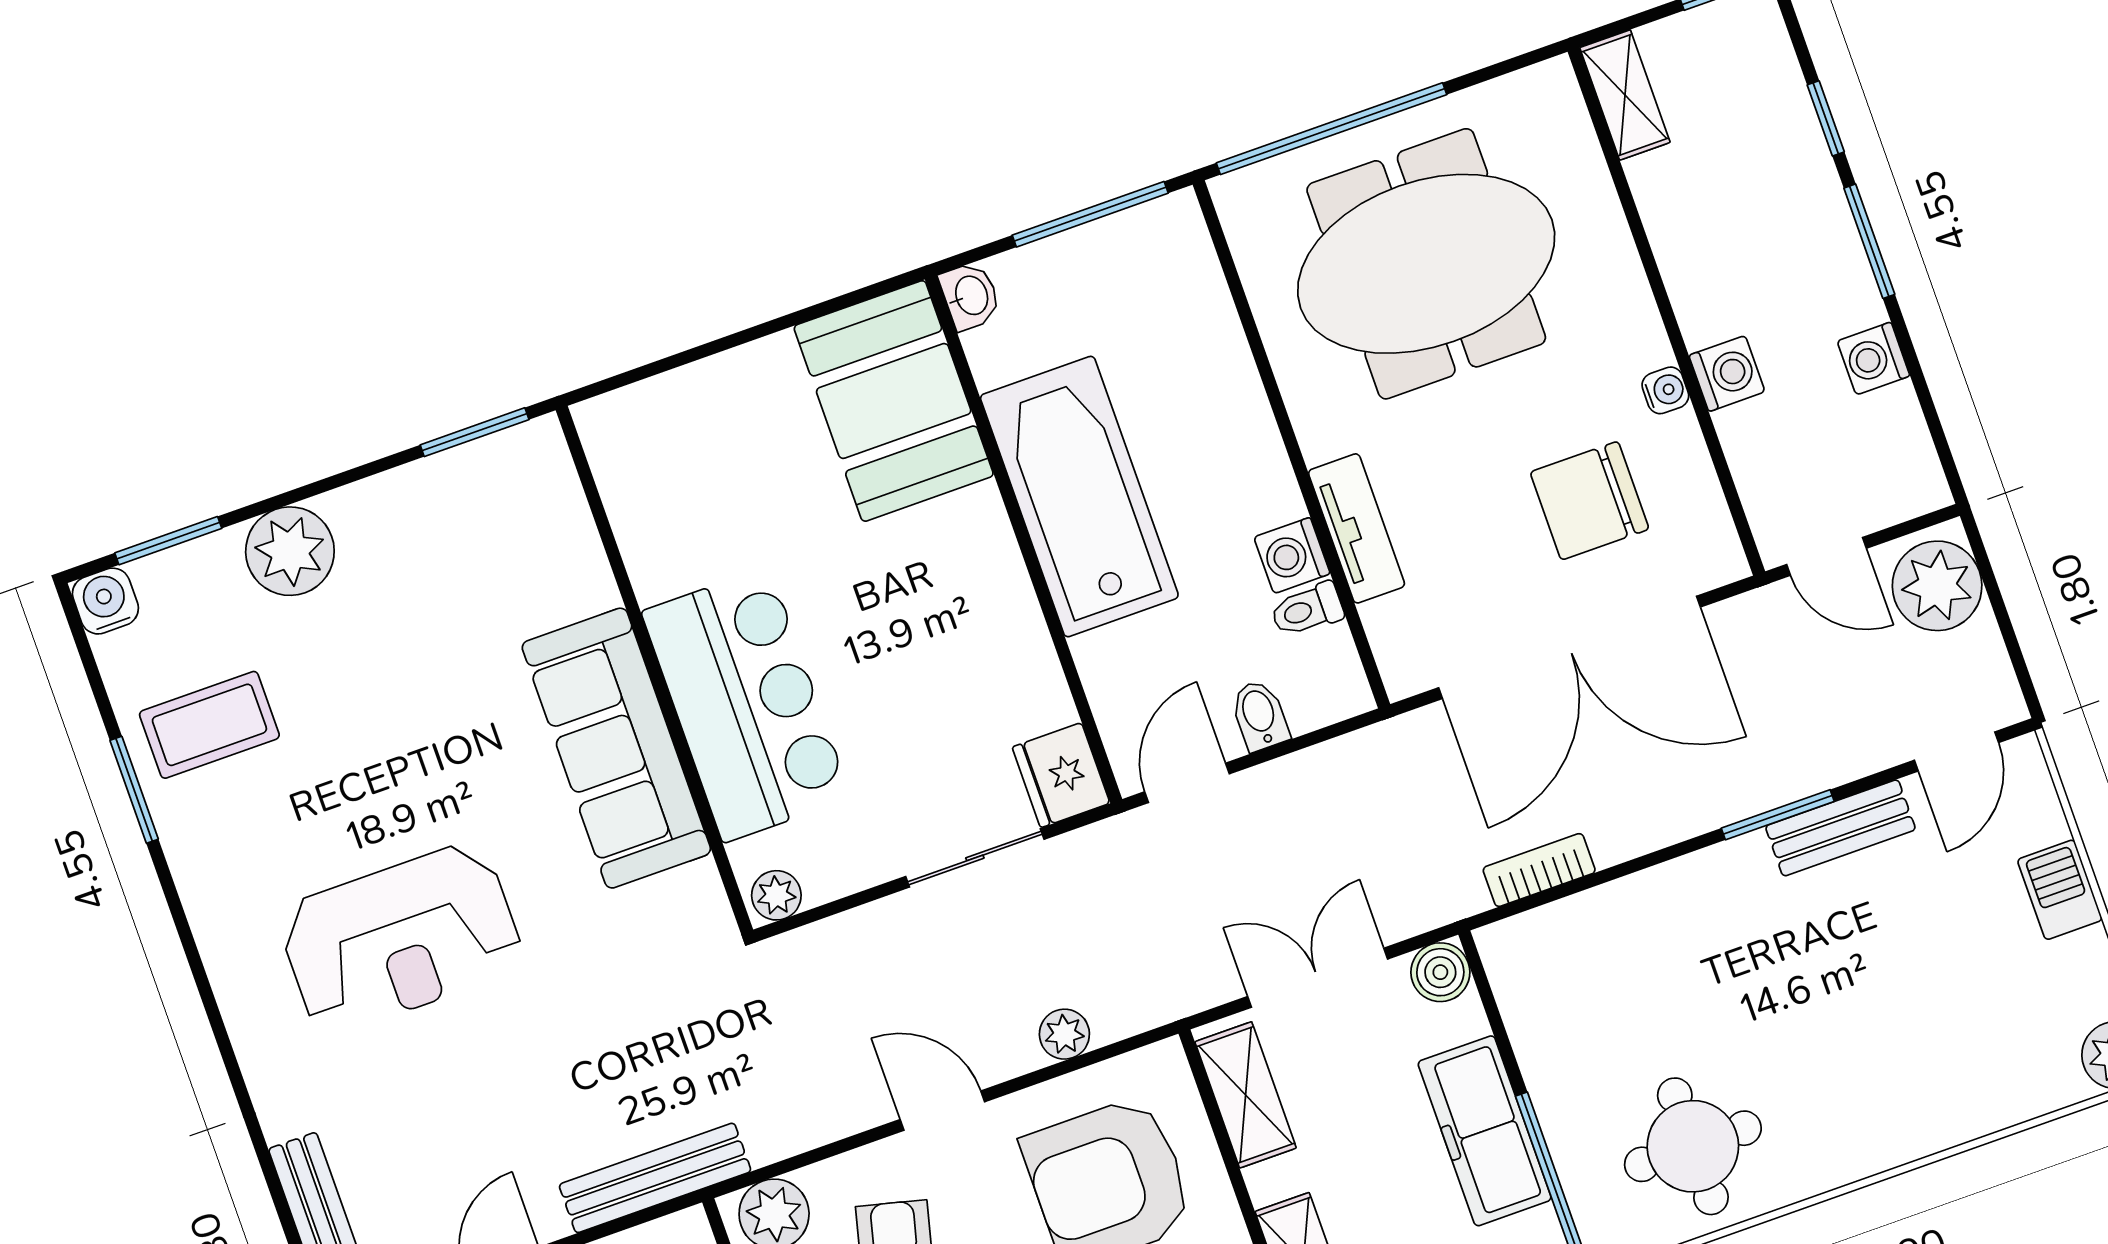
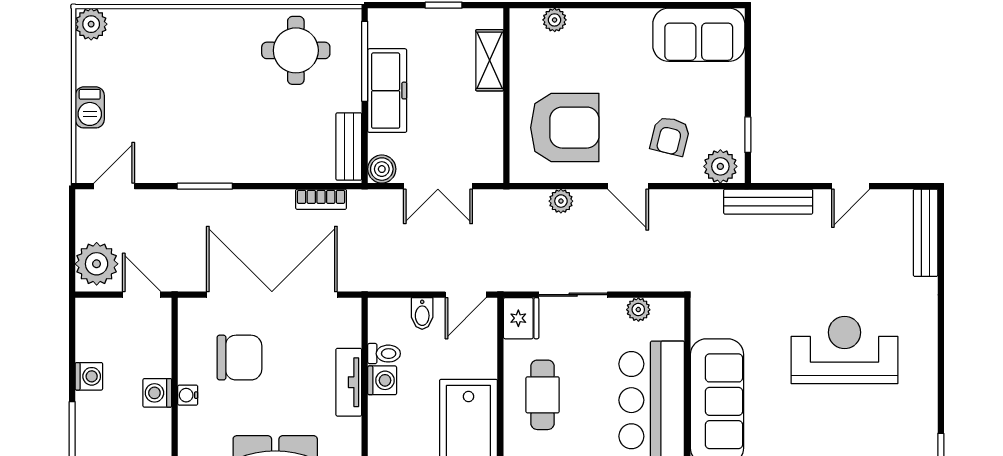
cafe table: (965, 639) -> (543, 395), added
bench: (1840, 828) -> (349, 147), moved, turned 90
plant: (776, 895) -> (638, 310), moved
shelving: (1246, 1095) -> (489, 145), removed

